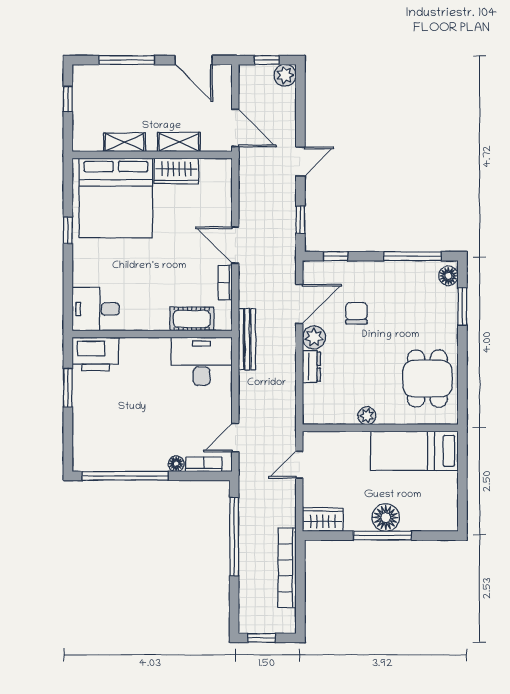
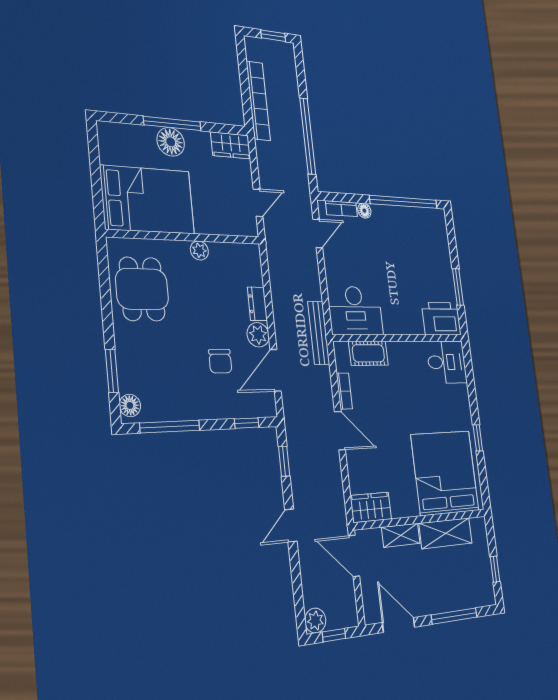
shelving: (124, 142) -> (446, 533), width x1.50, depth x1.33
wardrobe: (176, 171) -> (371, 507), moved
bed: (414, 451) -> (148, 200), width x1.50

